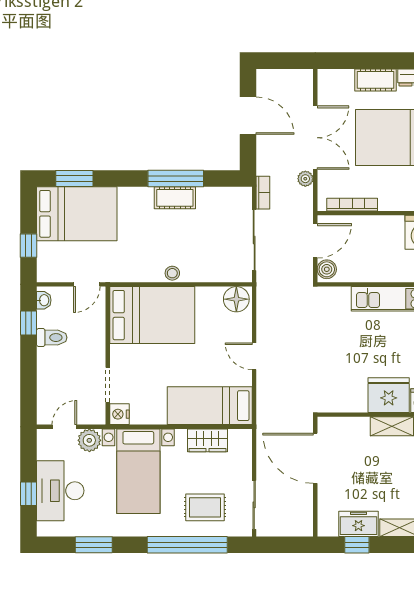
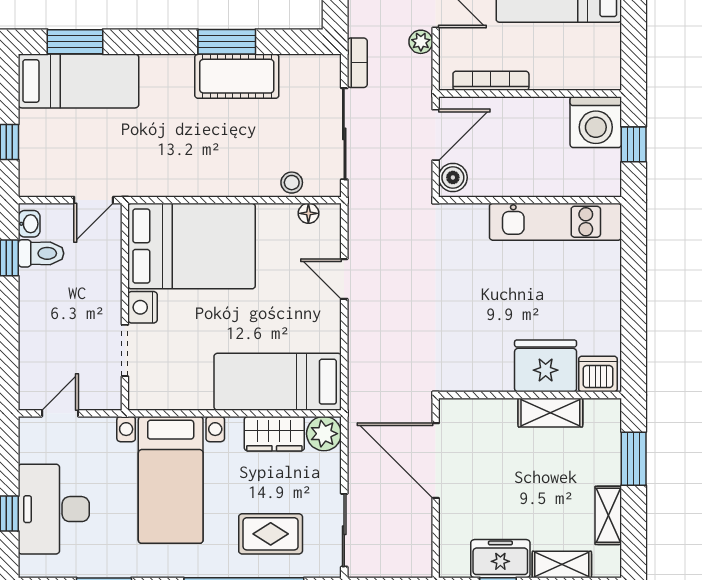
window: (176, 179) -> (227, 42), width x0.69
cot: (175, 198) -> (237, 76), width x1.37, depth x1.34
bed: (77, 214) -> (78, 81), width x0.67
stool: (172, 273) -> (292, 183), moved
floor lamp: (236, 299) -> (308, 213), width x0.53, depth x0.53
toilet: (52, 338) -> (41, 253), moved
door: (254, 356) -> (344, 279), moved
nightstand: (119, 414) -> (143, 307), moved
plant: (89, 440) -> (324, 434), moved

